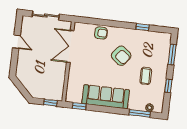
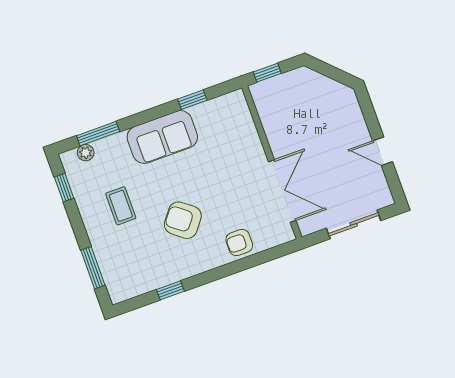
window: (168, 86) -> (64, 188), moved
sofa: (106, 97) -> (162, 137), width x0.73
window: (79, 106) -> (192, 100), moved

